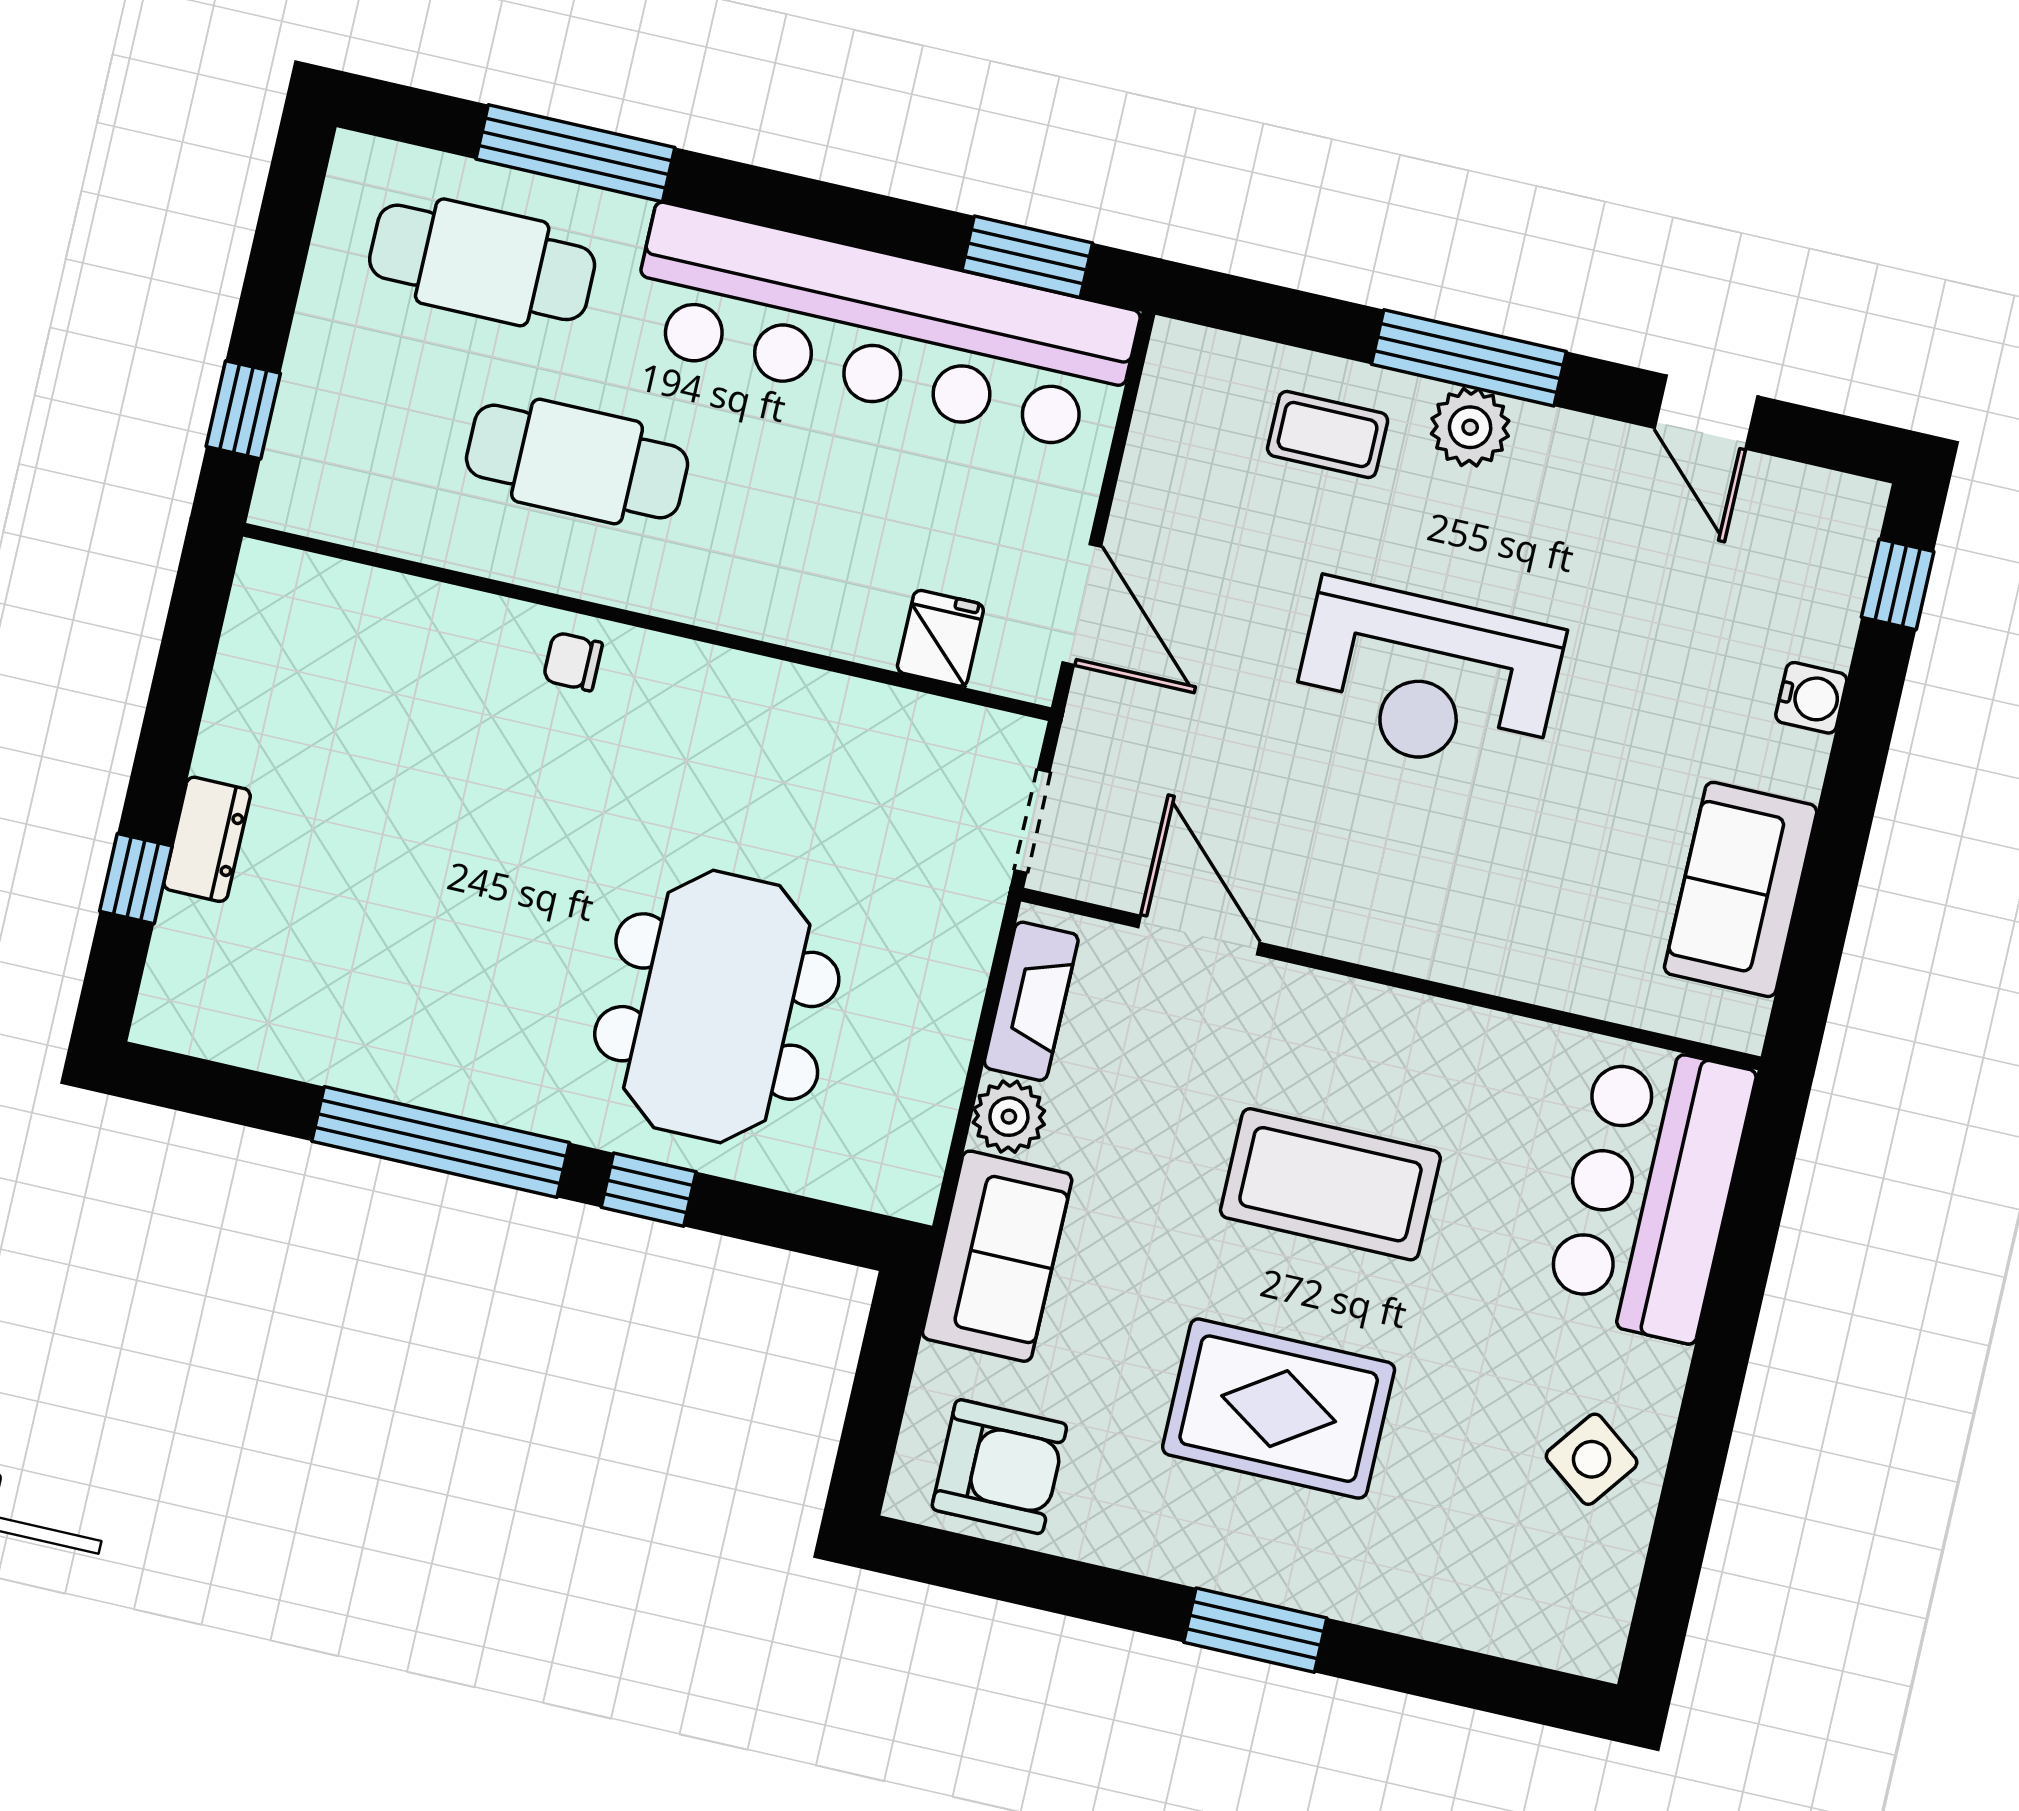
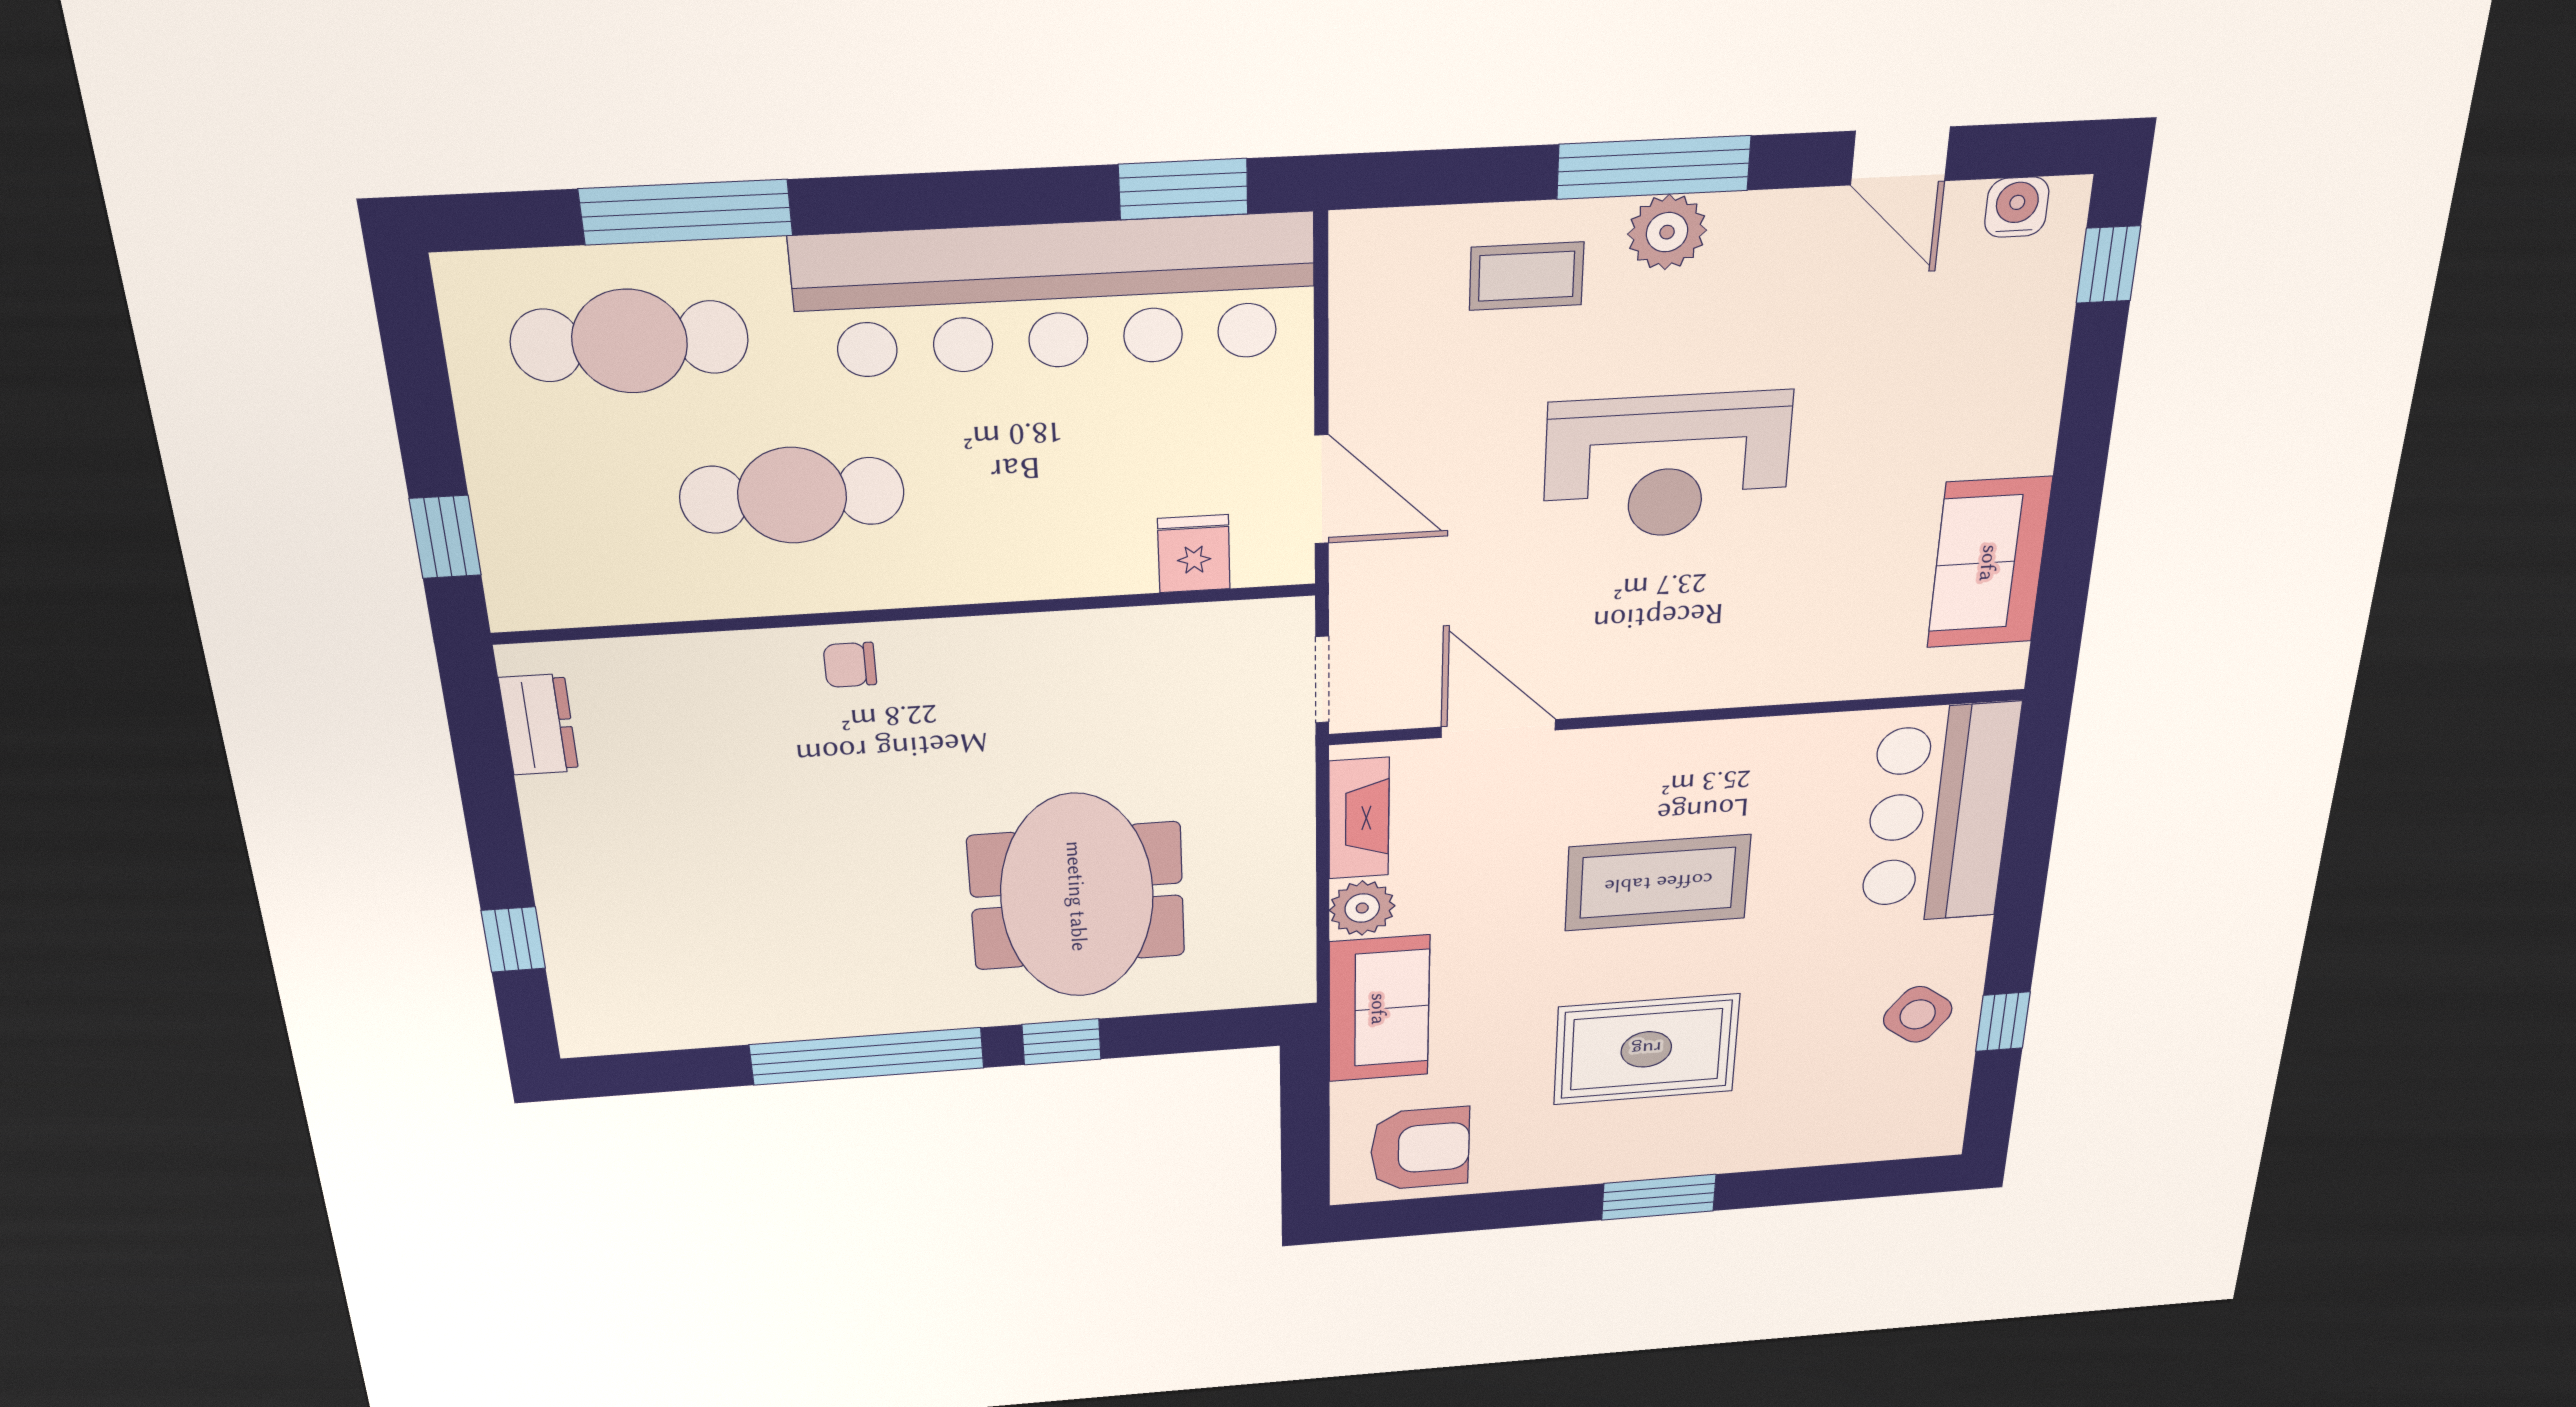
water cooler: (1811, 698) -> (2017, 207), moved, turned -90
dresser: (207, 839) -> (539, 725), moved
window: (1688, 1502) -> (2003, 1022), added

